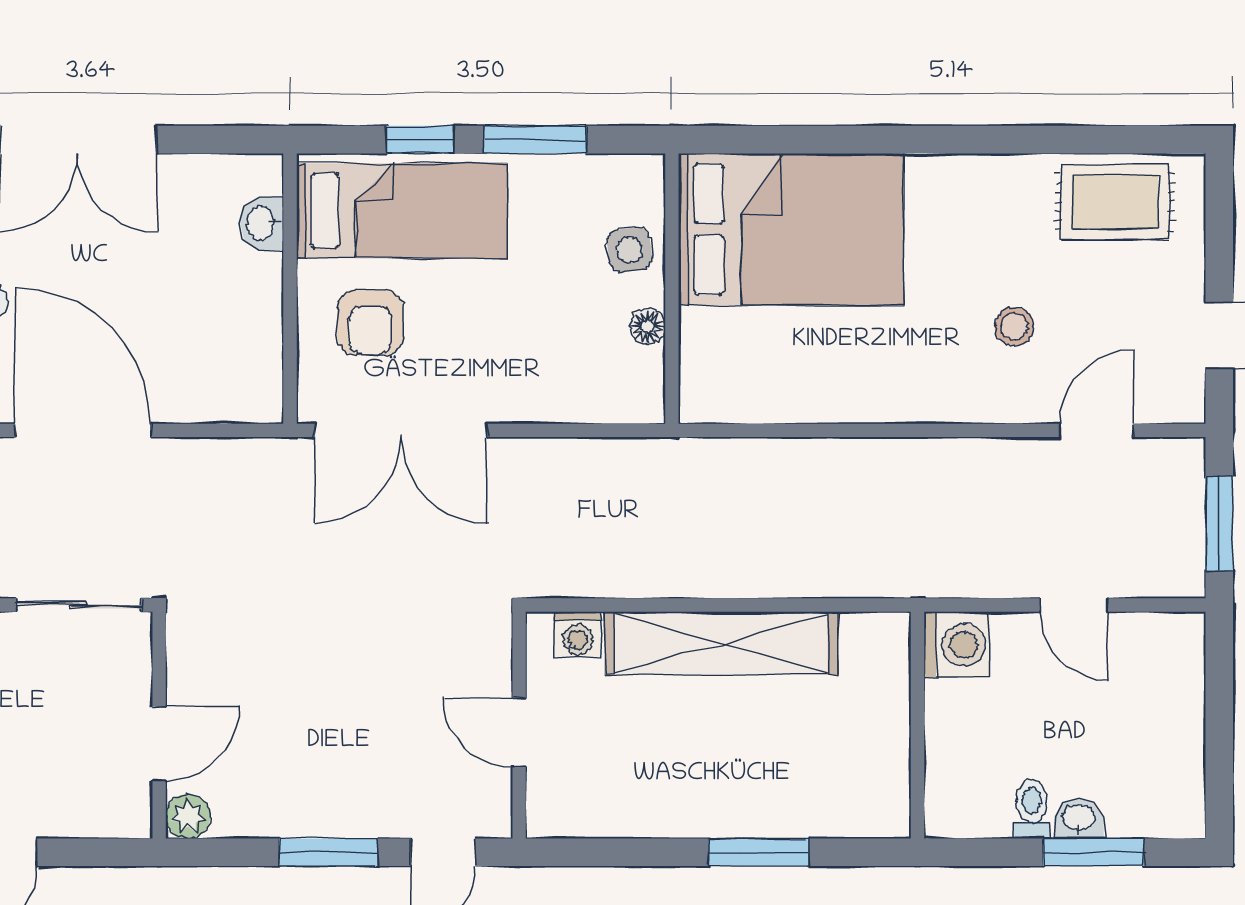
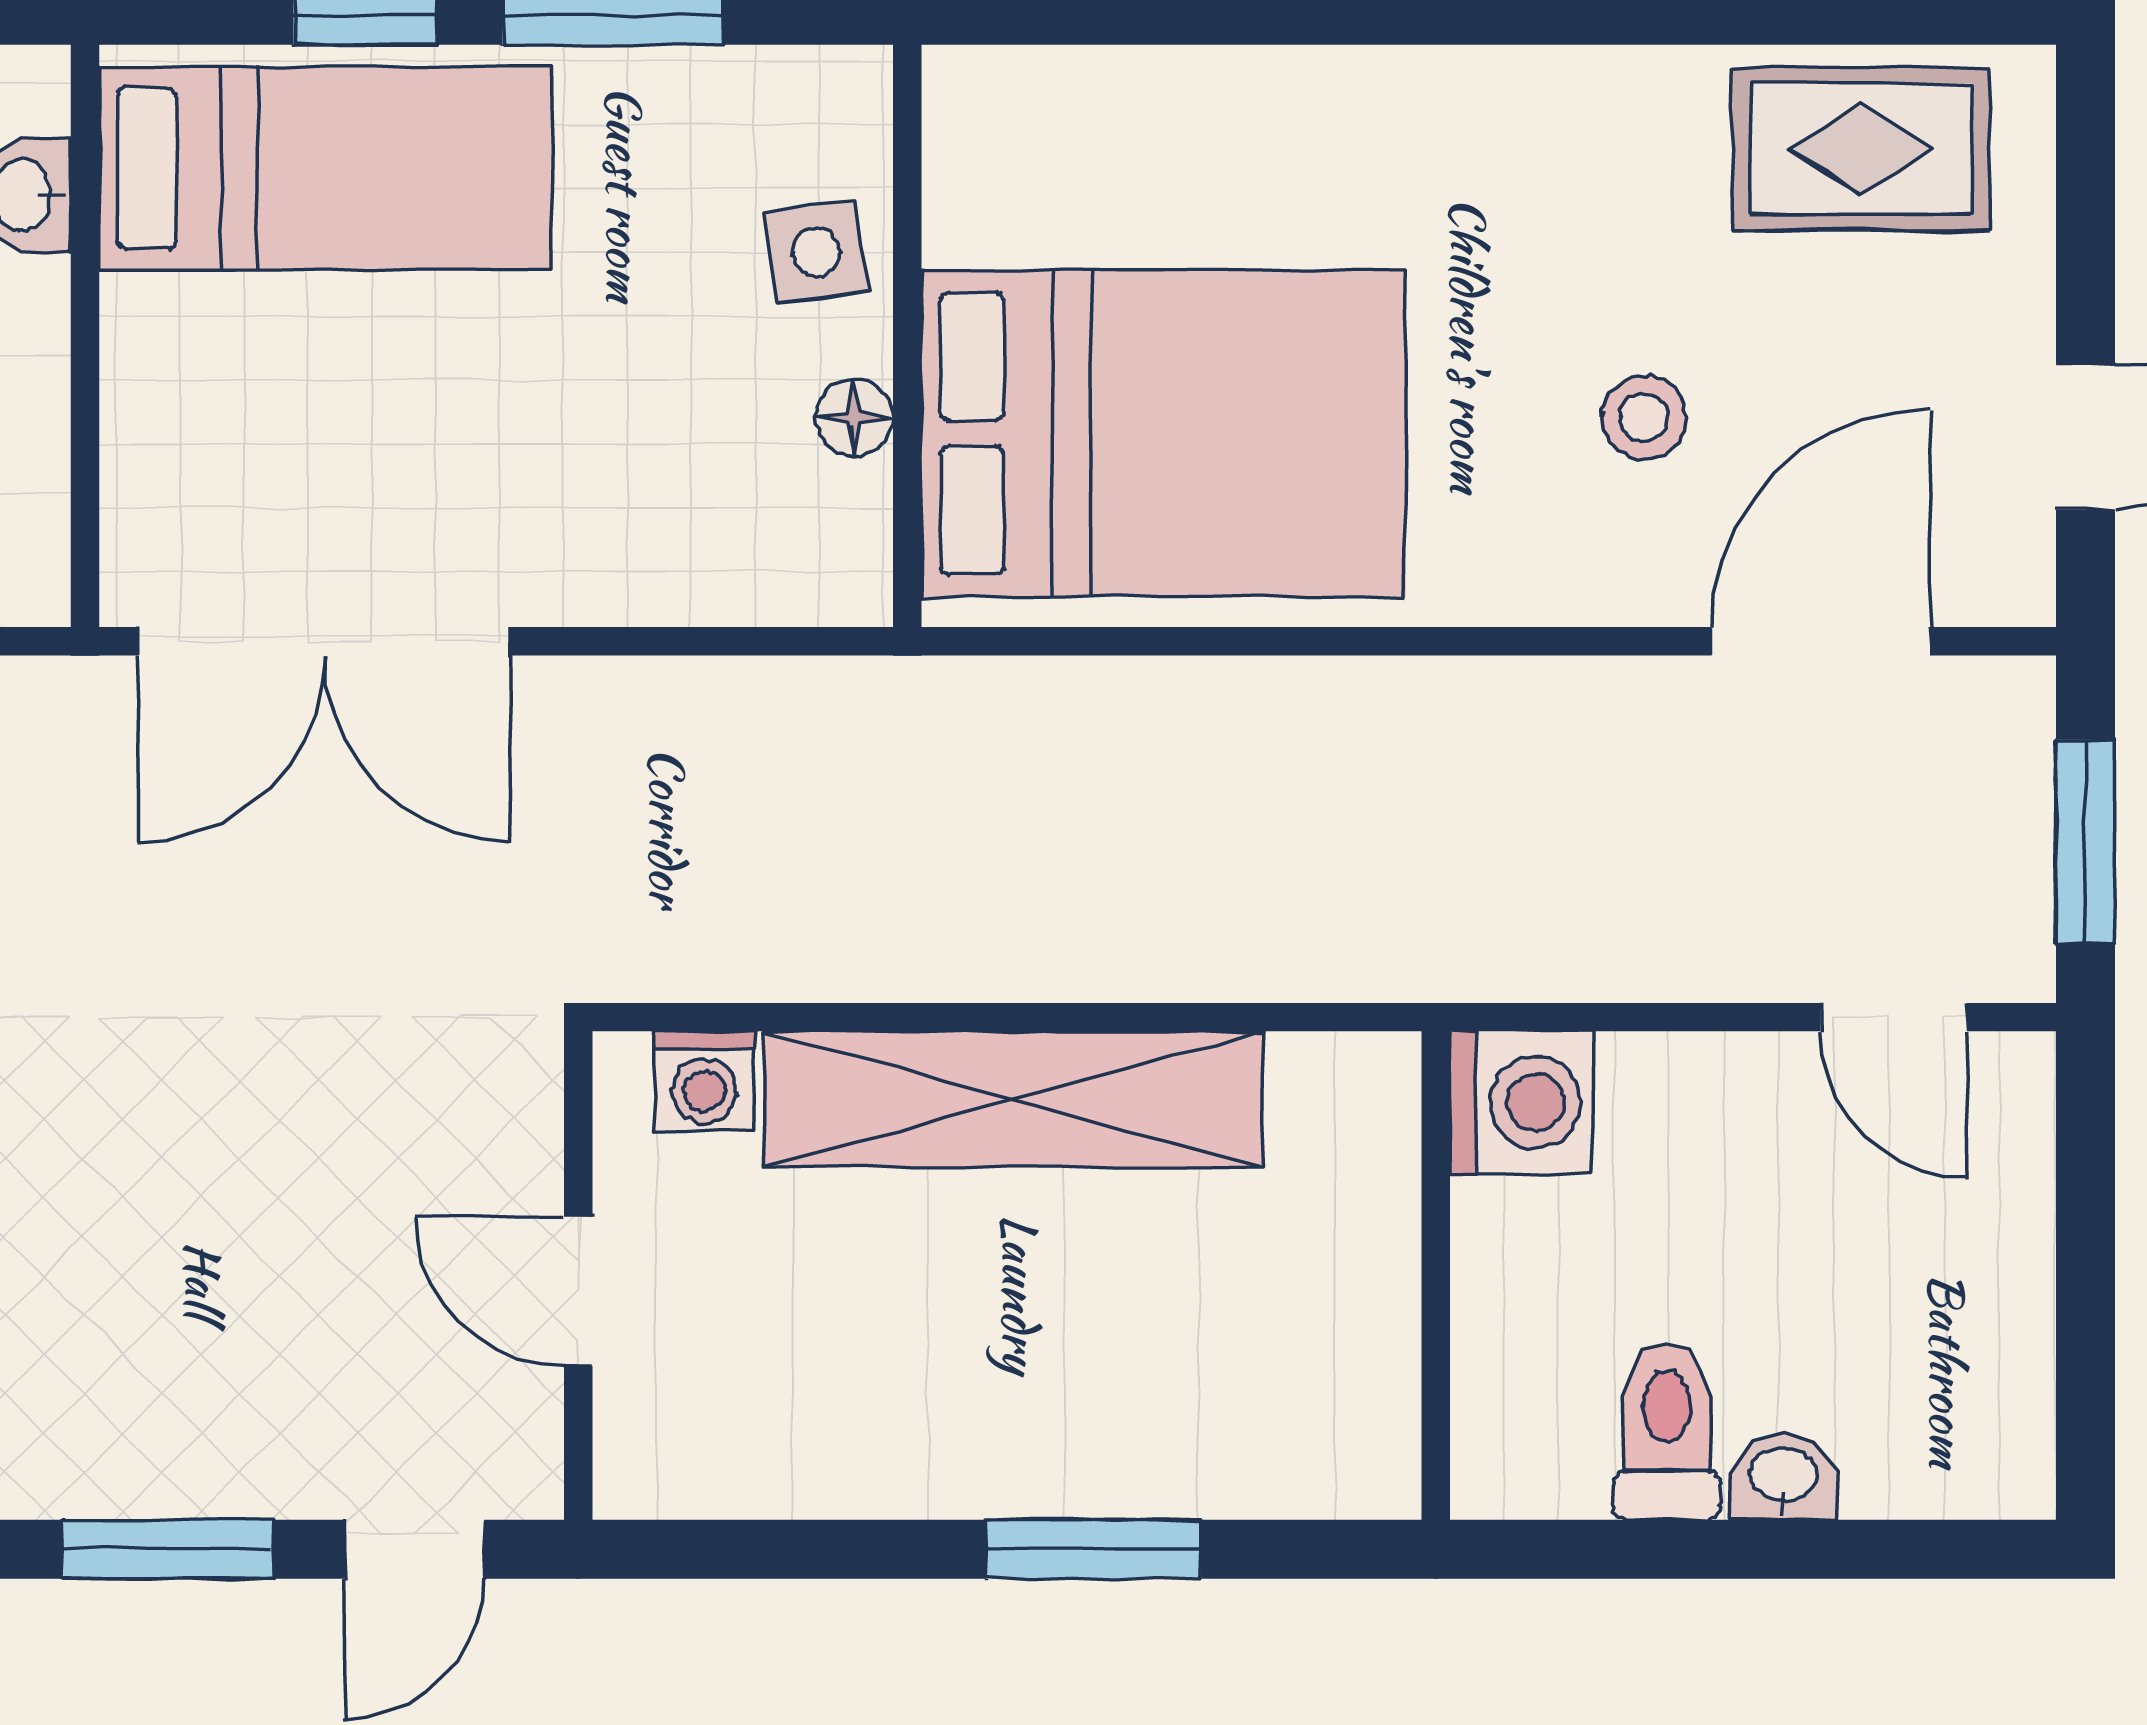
bed: (791, 229) -> (1163, 433), moved
armchair: (370, 322) -> (258, 408), removed
door: (1096, 430) -> (1821, 641), width x1.38
door: (1074, 605) -> (1894, 1017), moved
toilet: (1032, 809) -> (1667, 1431), width x1.37, depth x1.39
window: (1093, 852) -> (1814, 1549), removed

